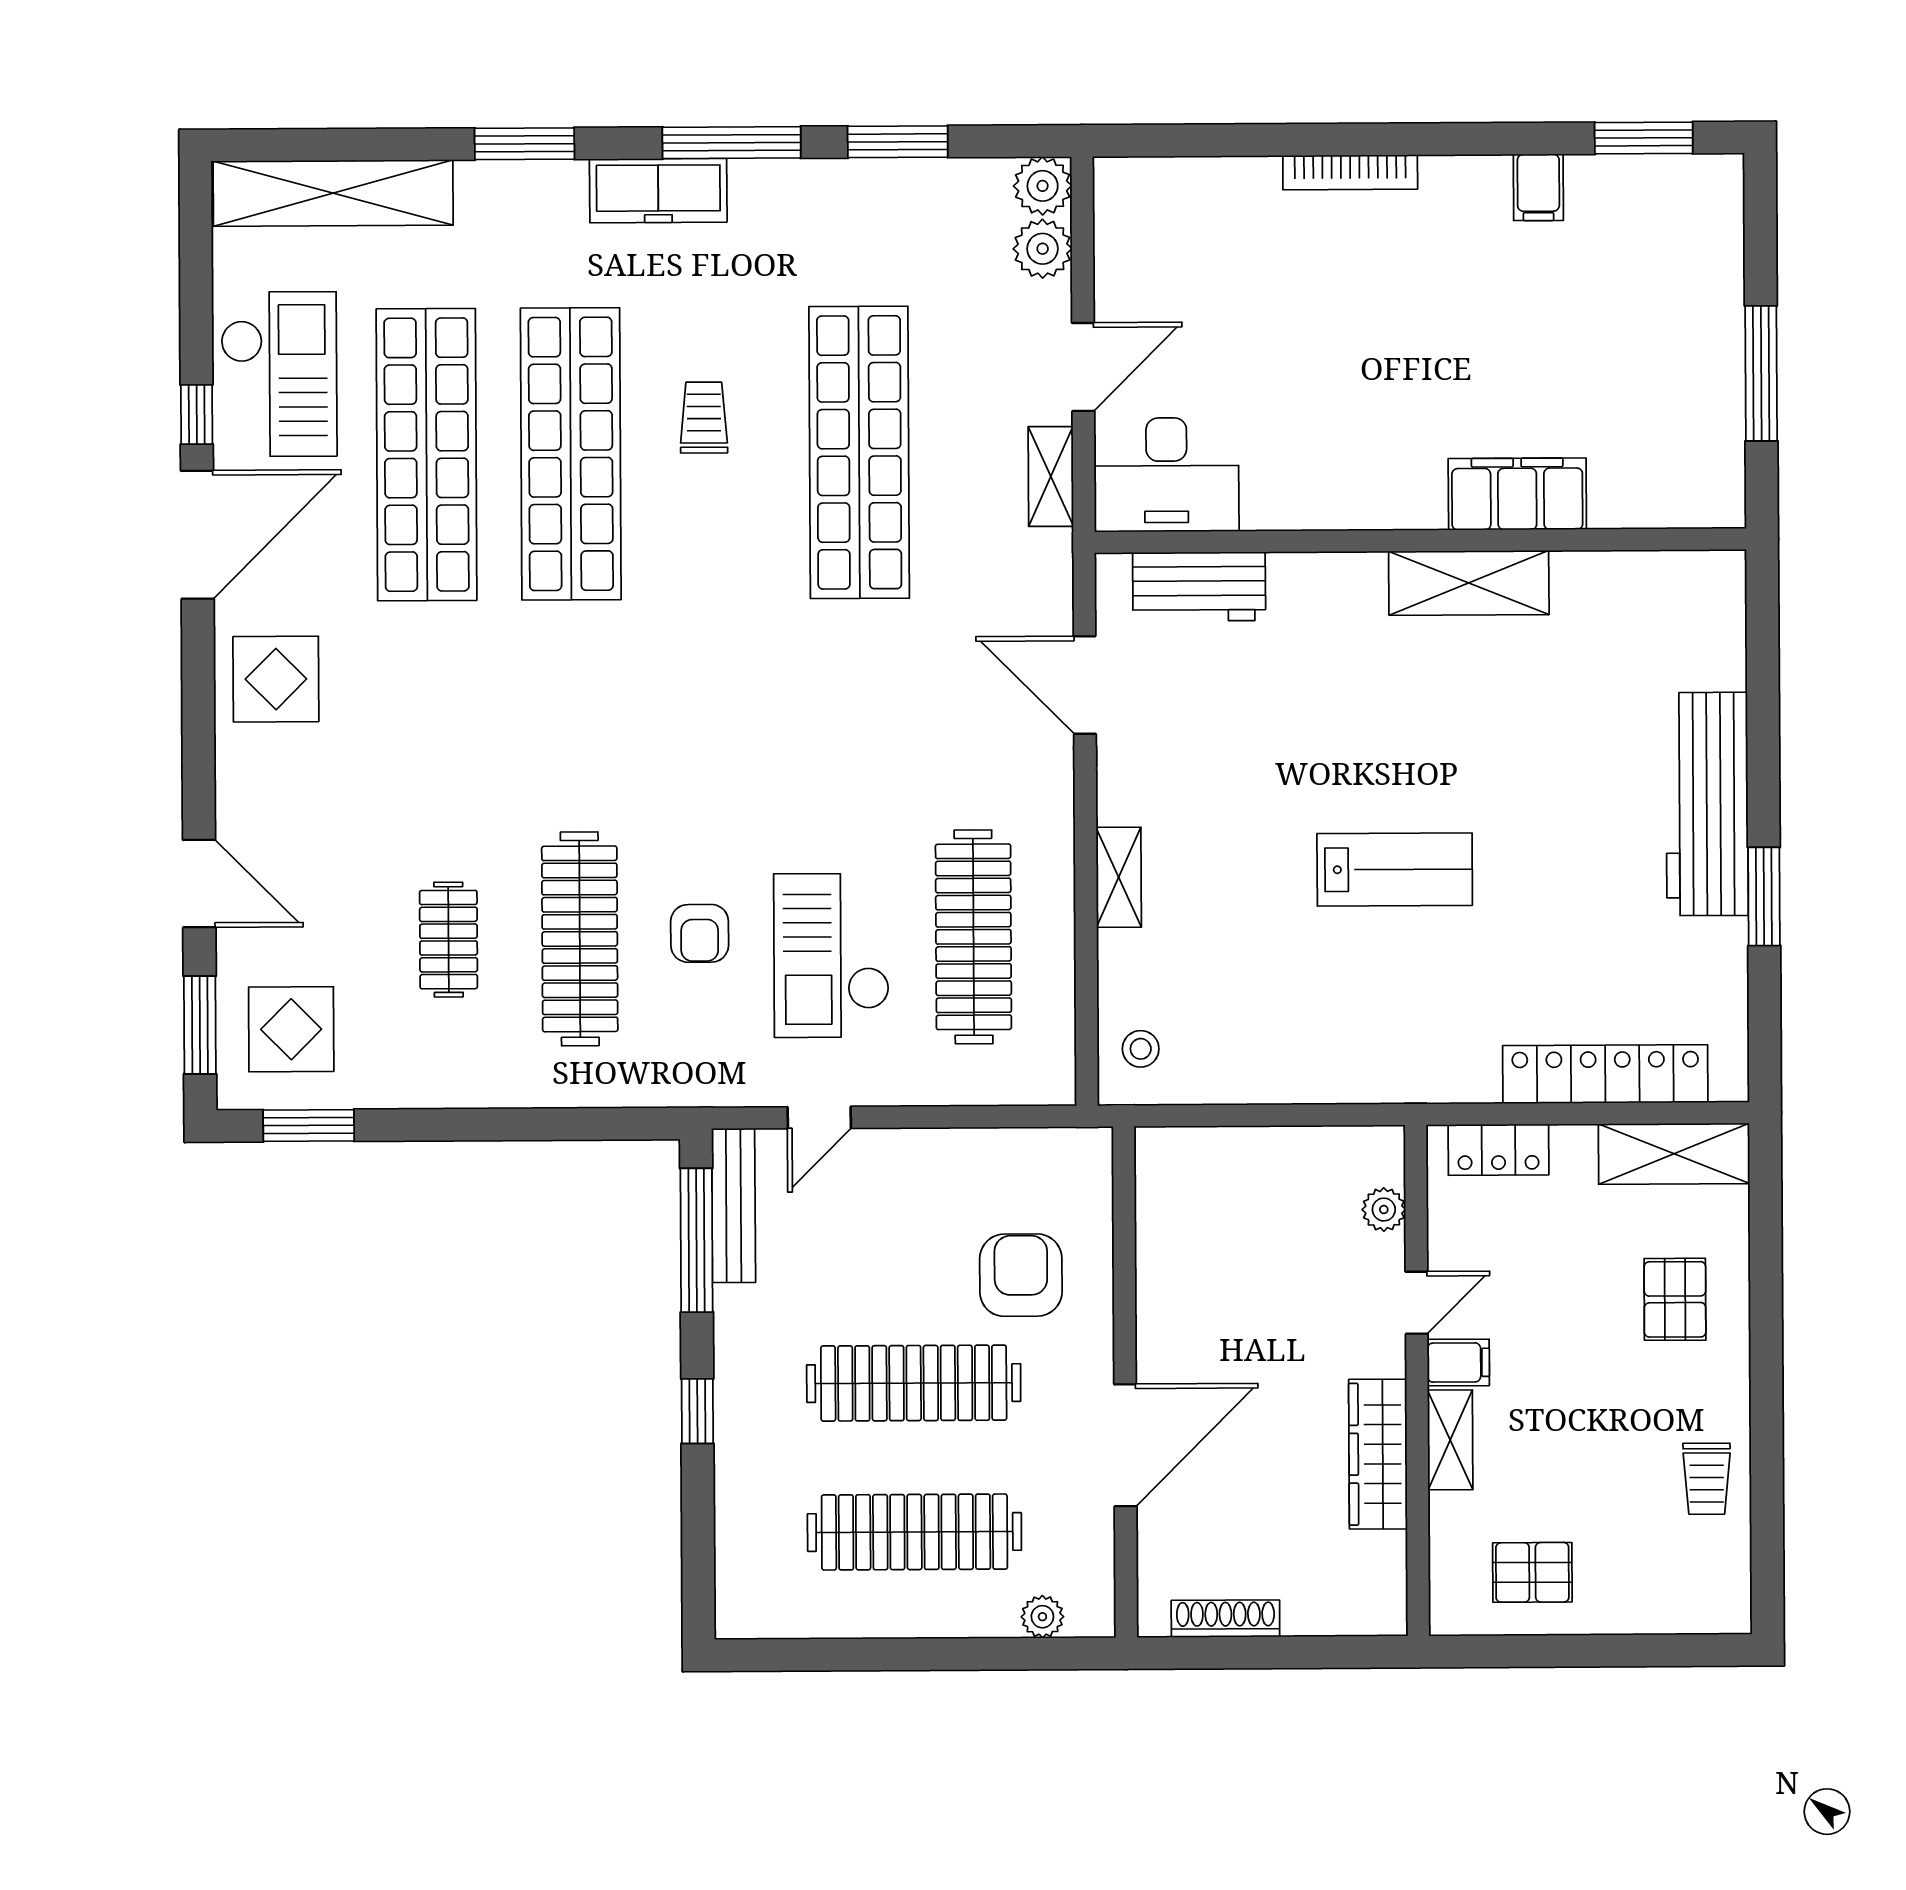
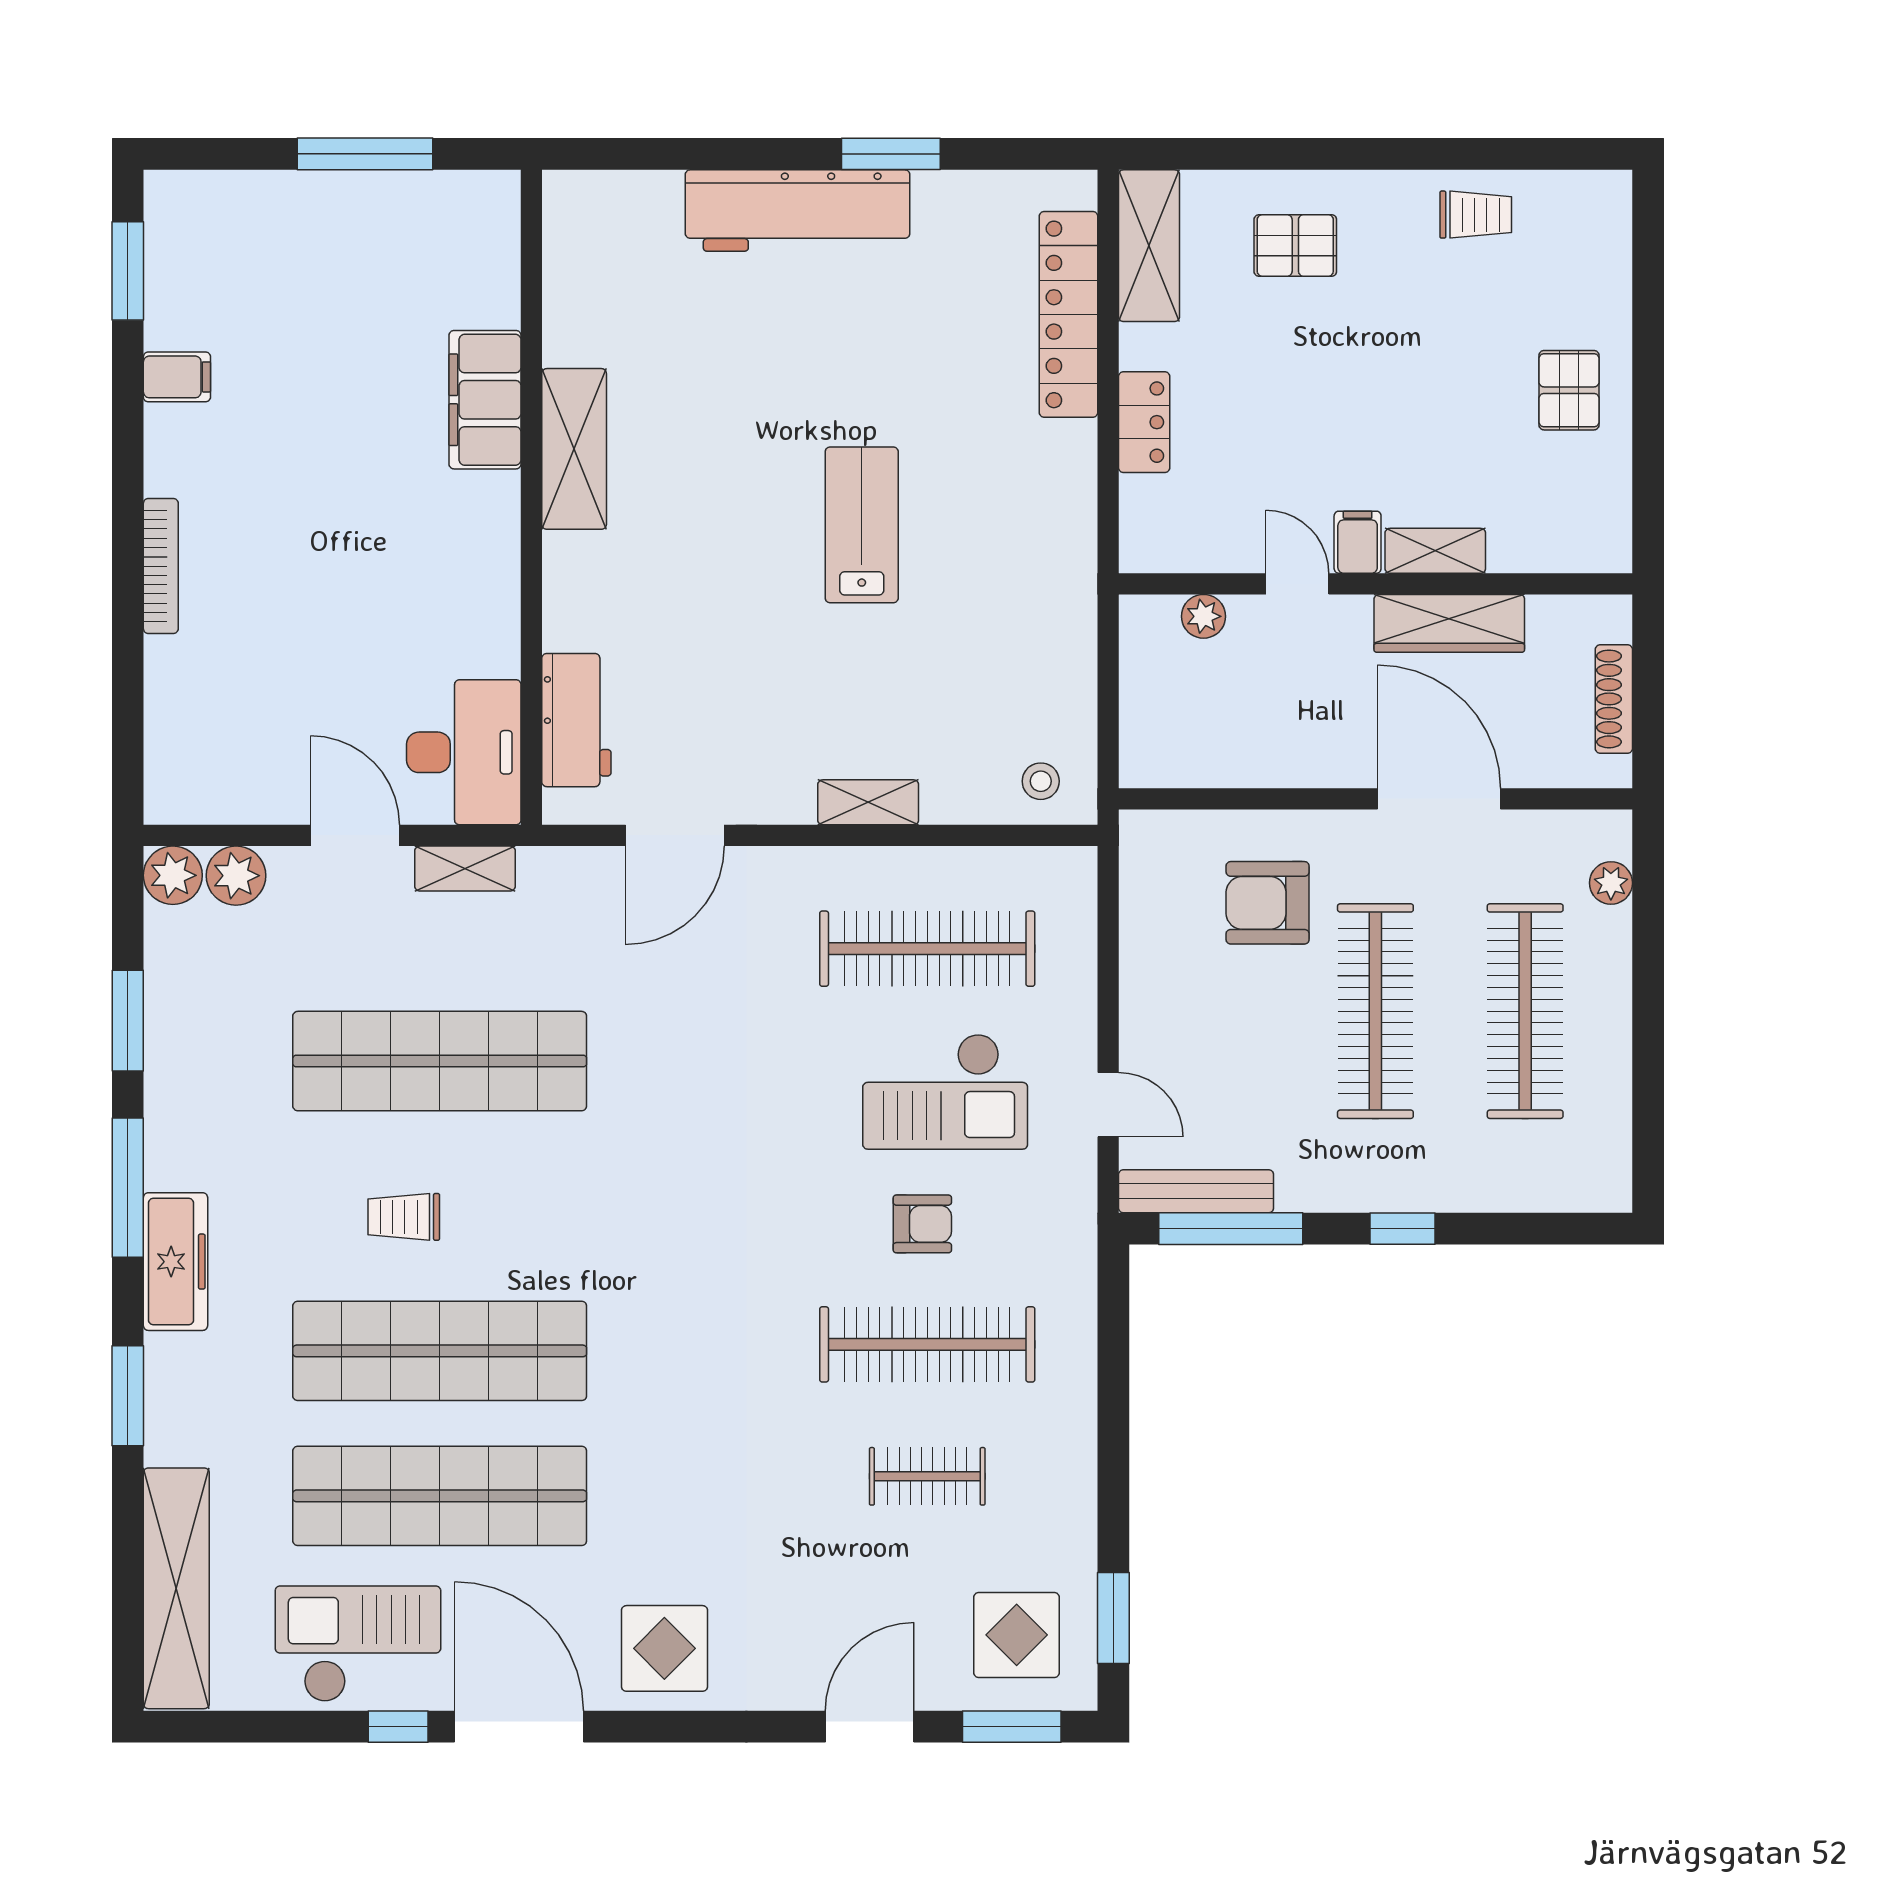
plant: (1384, 1210) -> (1203, 616), moved
door: (1417, 1303) -> (1297, 584), moved
filing cabinet: (1458, 1362) -> (1358, 542), moved
wall: (1417, 1380) -> (1375, 584), moved
shelving: (1450, 1440) -> (1435, 551), moved
wardrobe: (1378, 1454) -> (1449, 623), moved

